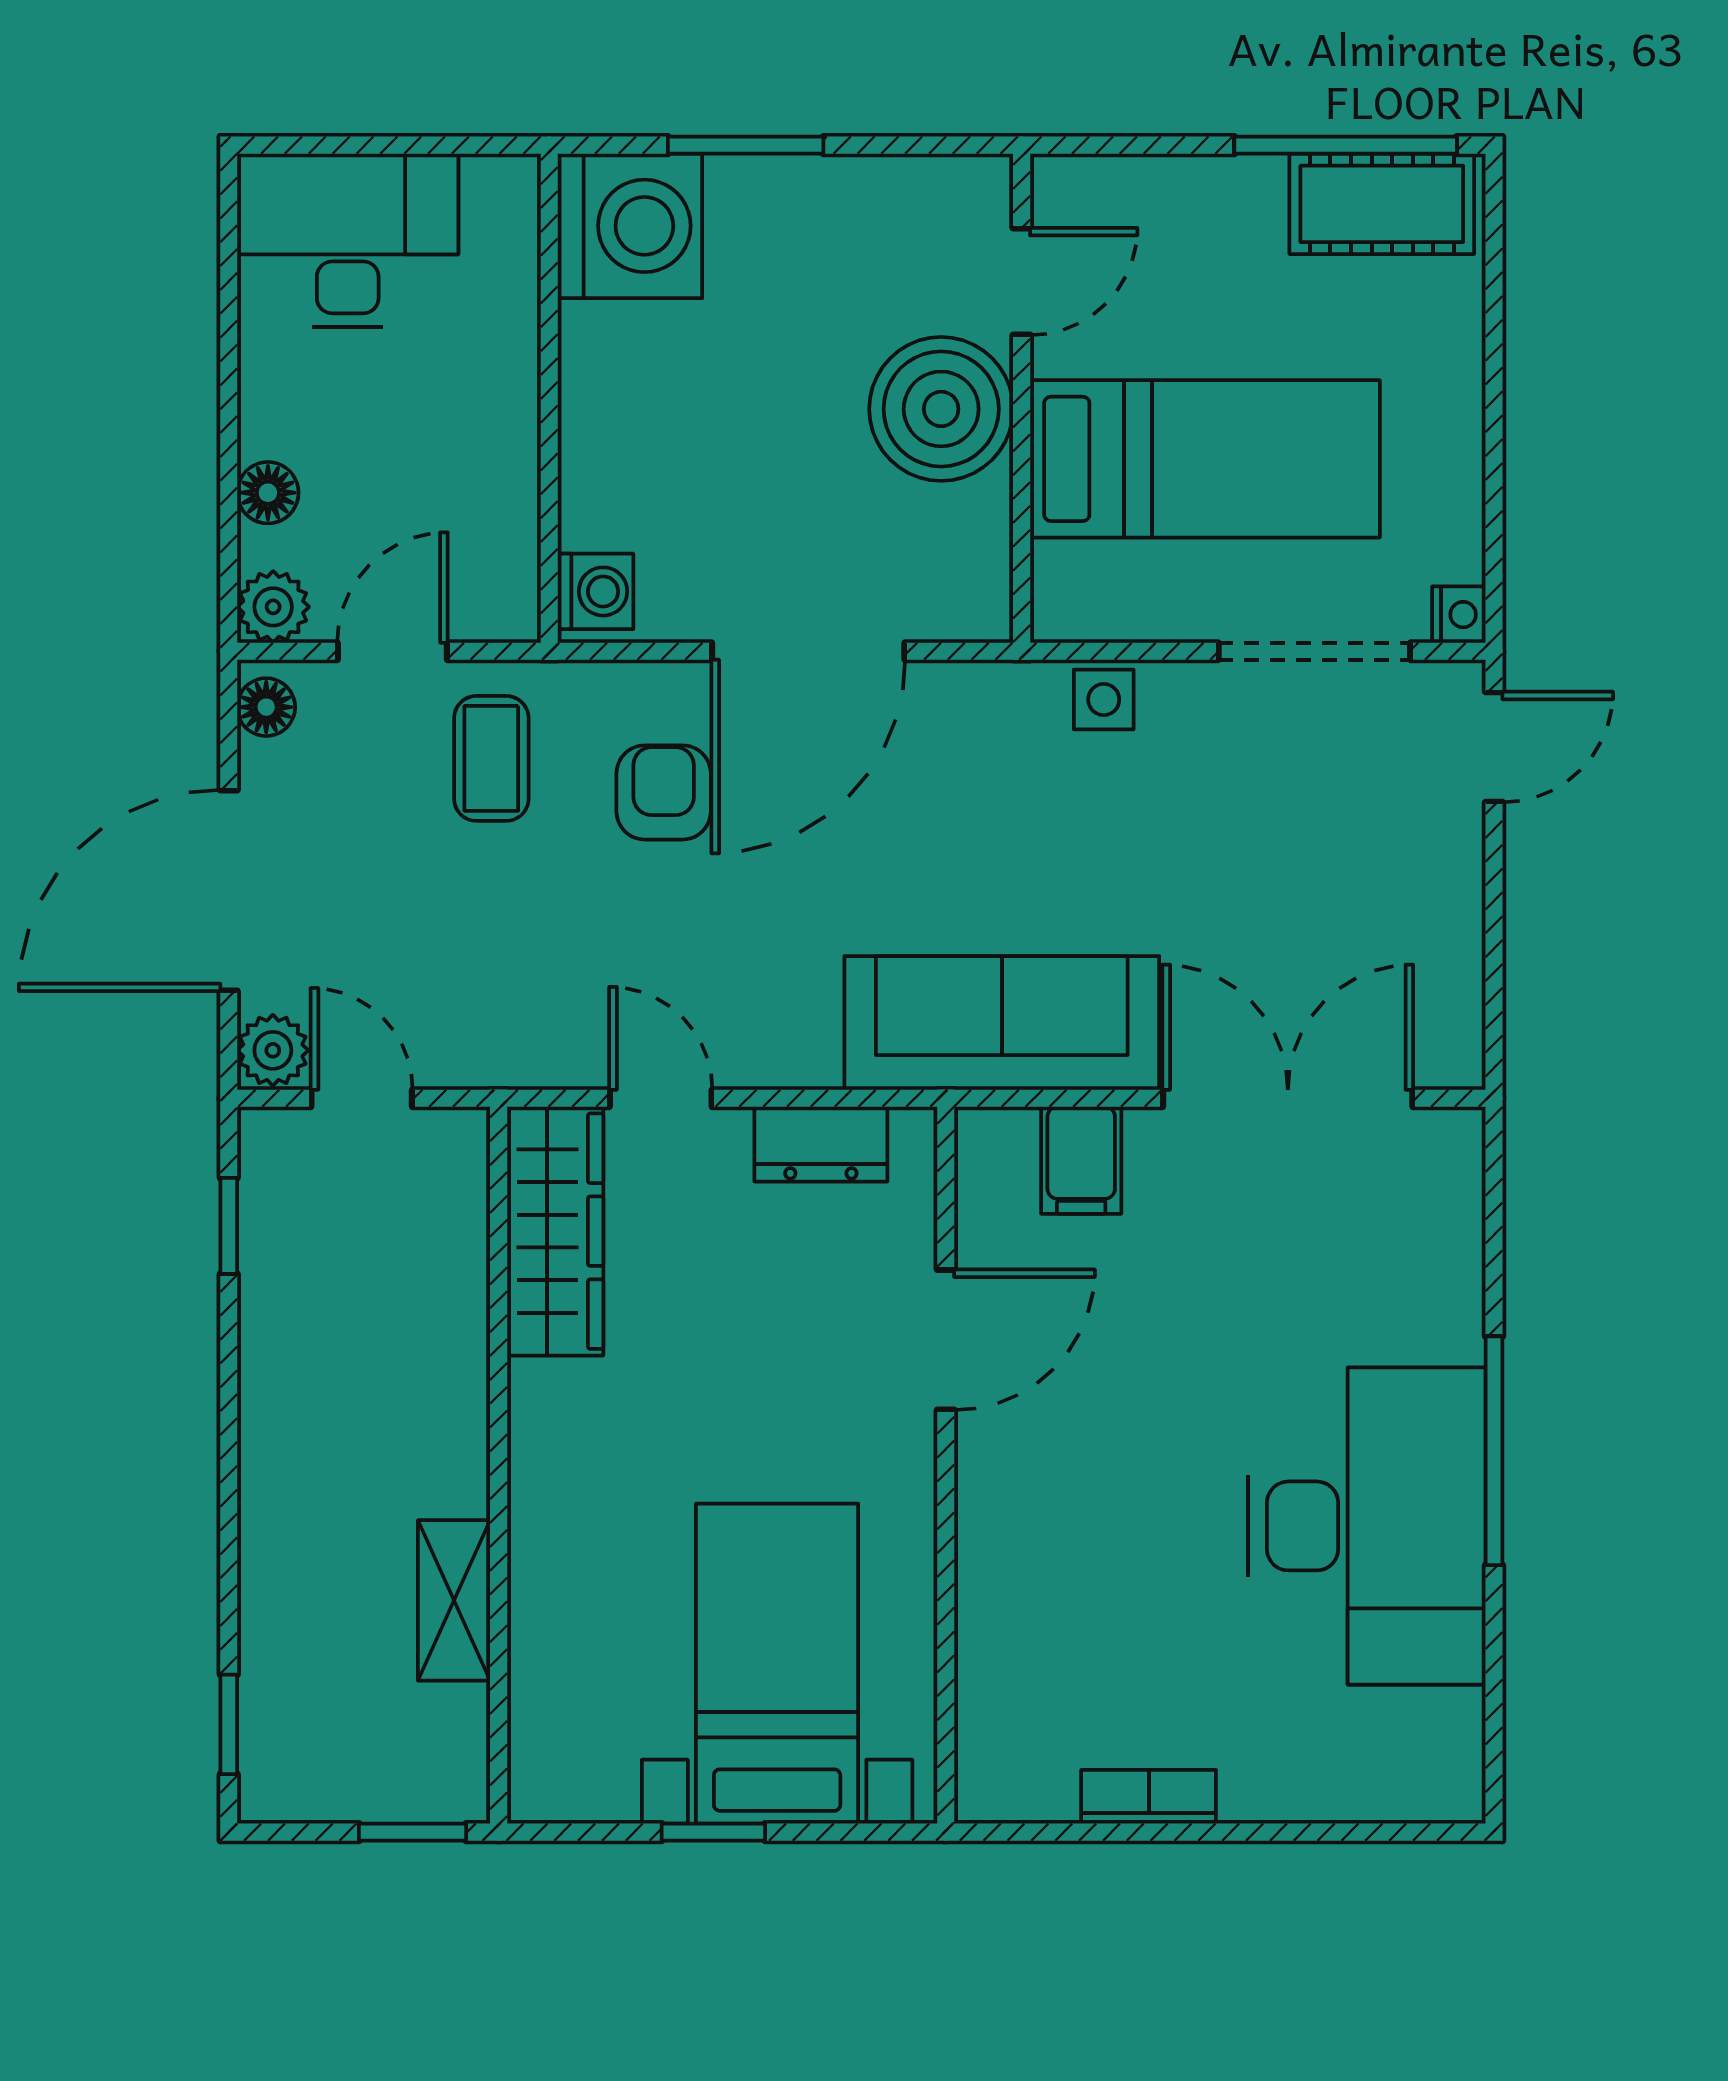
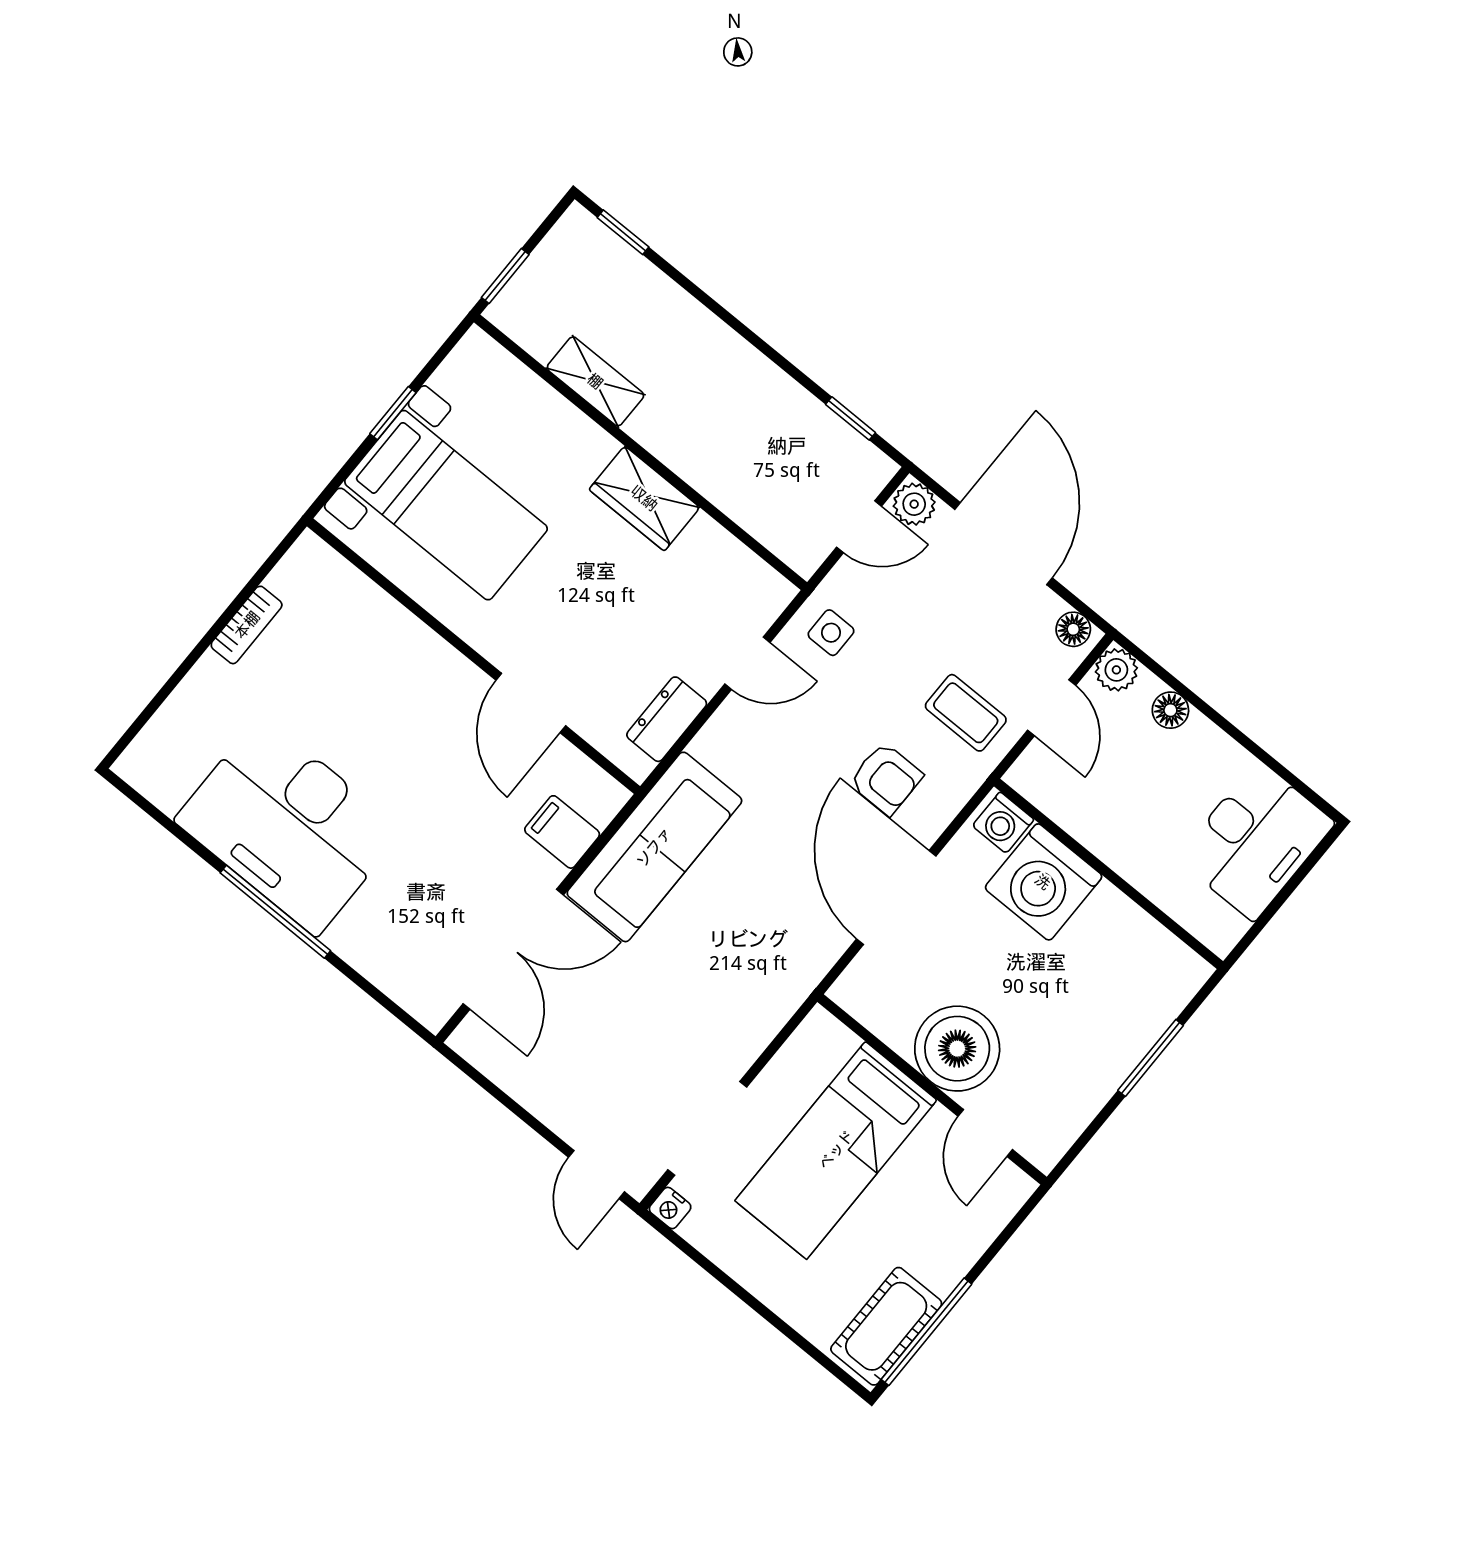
washing machine: (630, 226) -> (1043, 882), moved
side table: (1104, 700) -> (831, 633), moved
wardrobe: (555, 1231) -> (644, 498), moved, width x0.67

